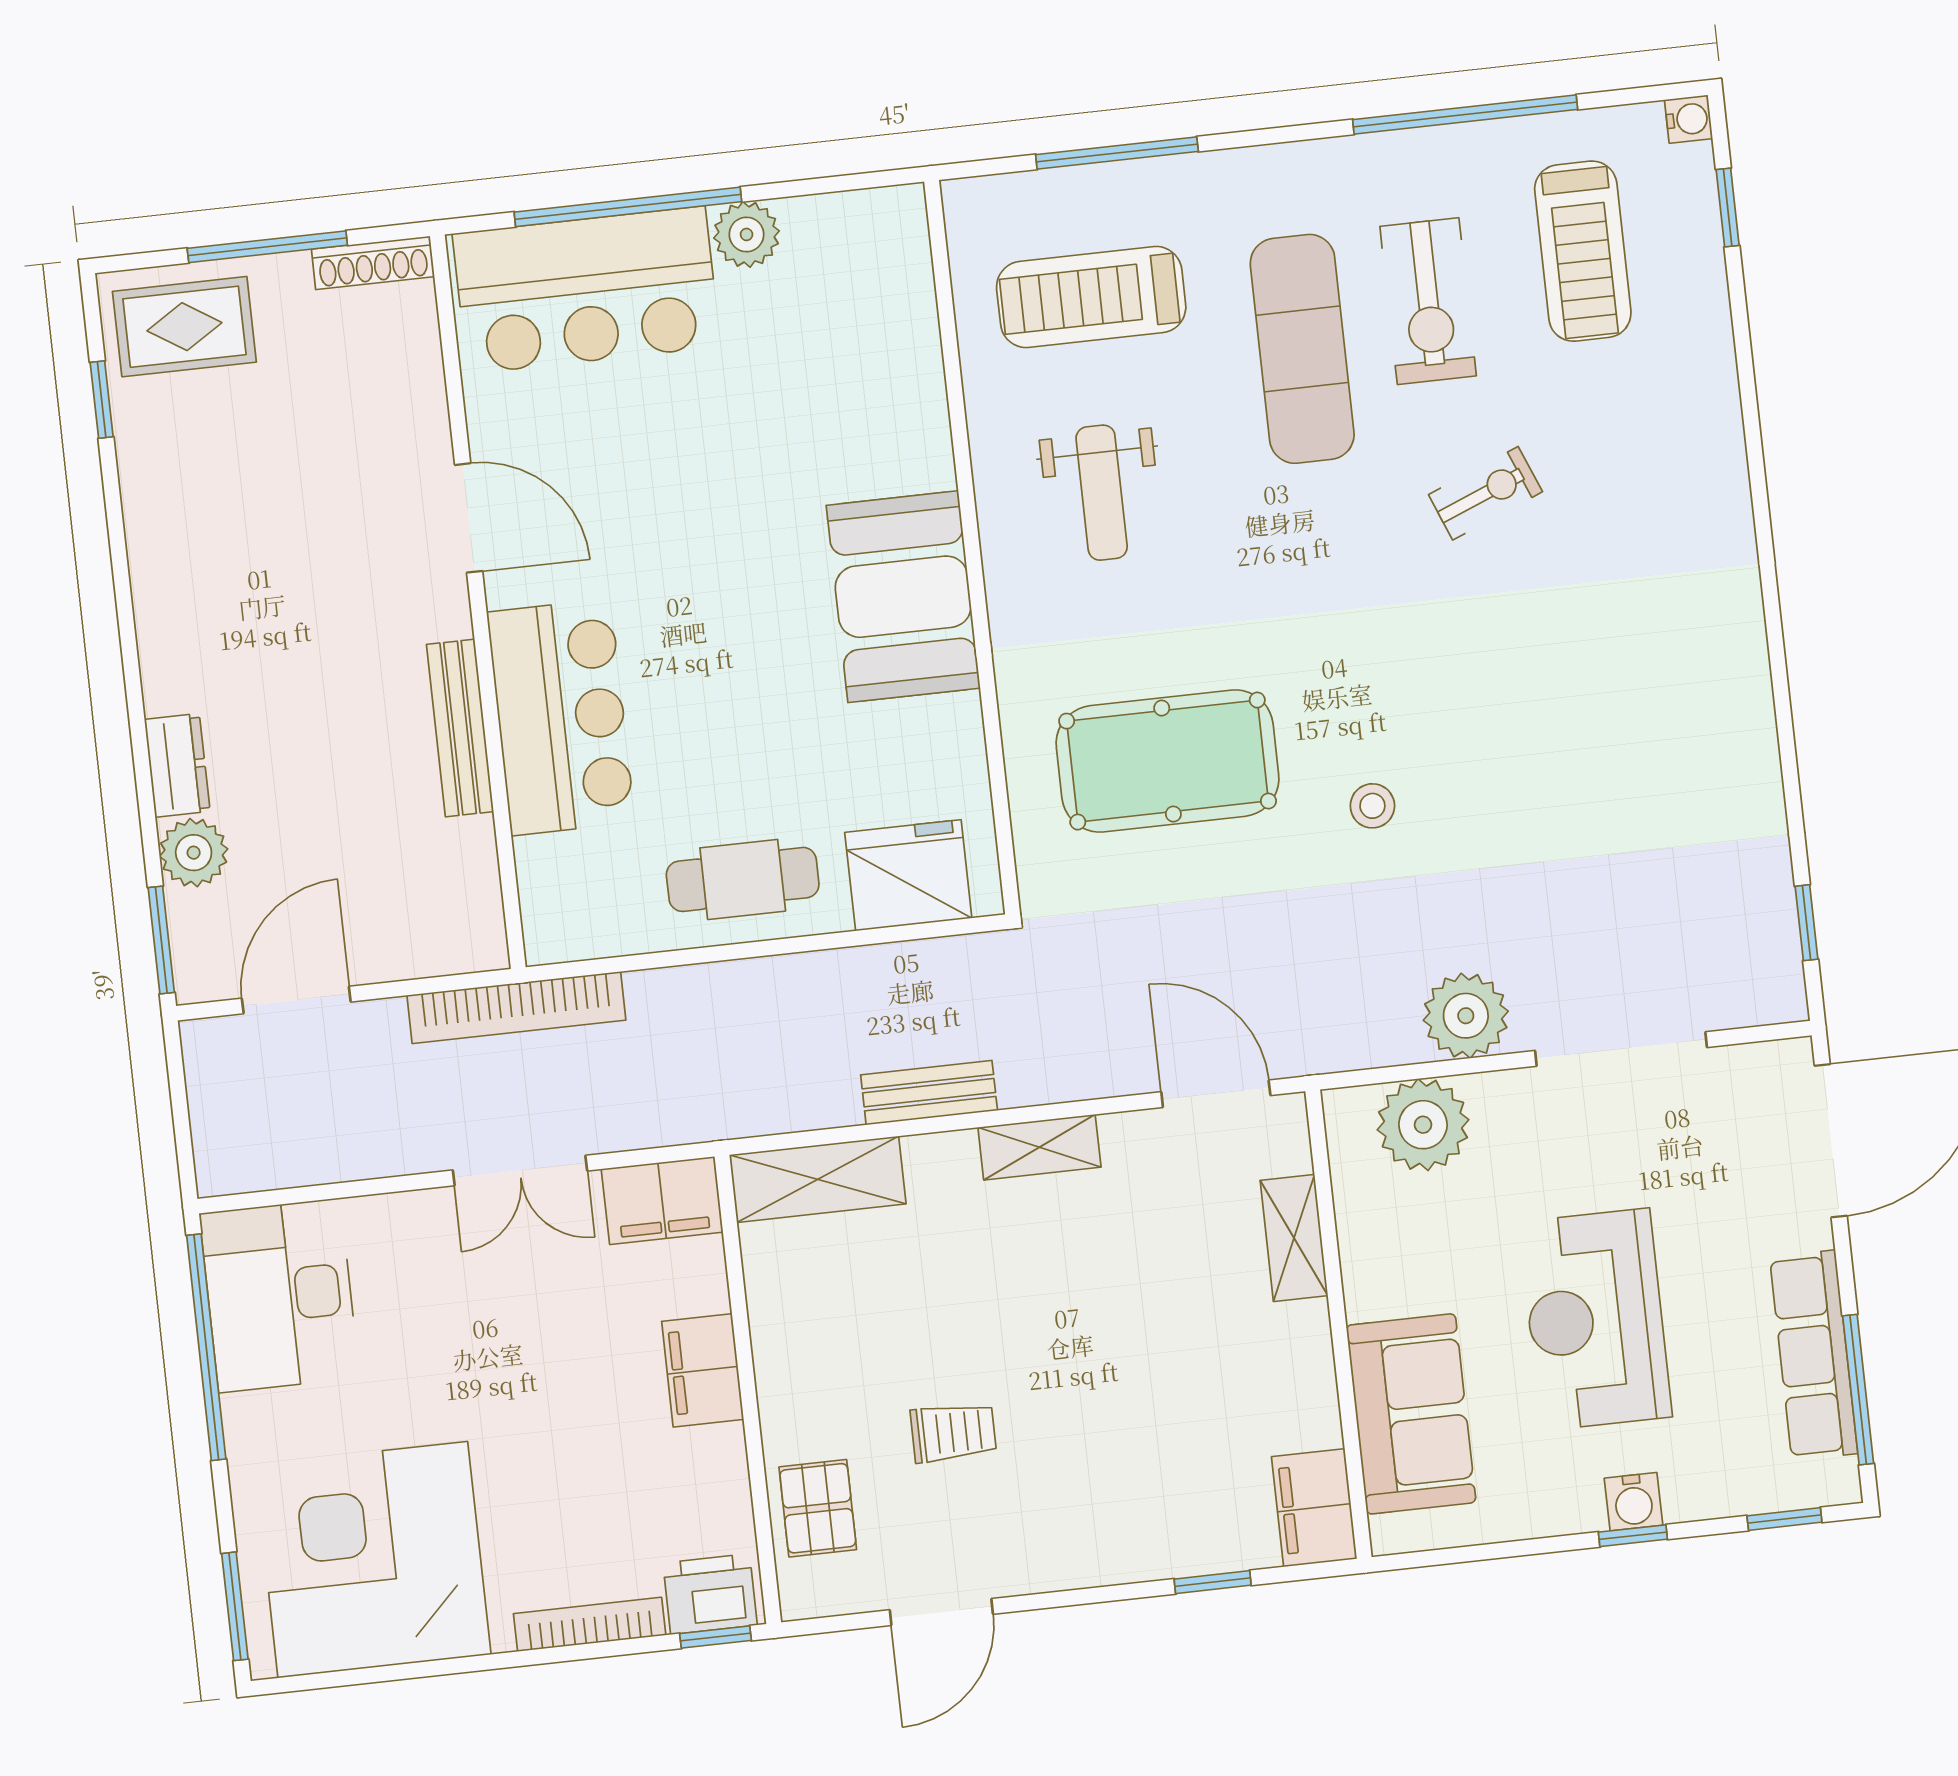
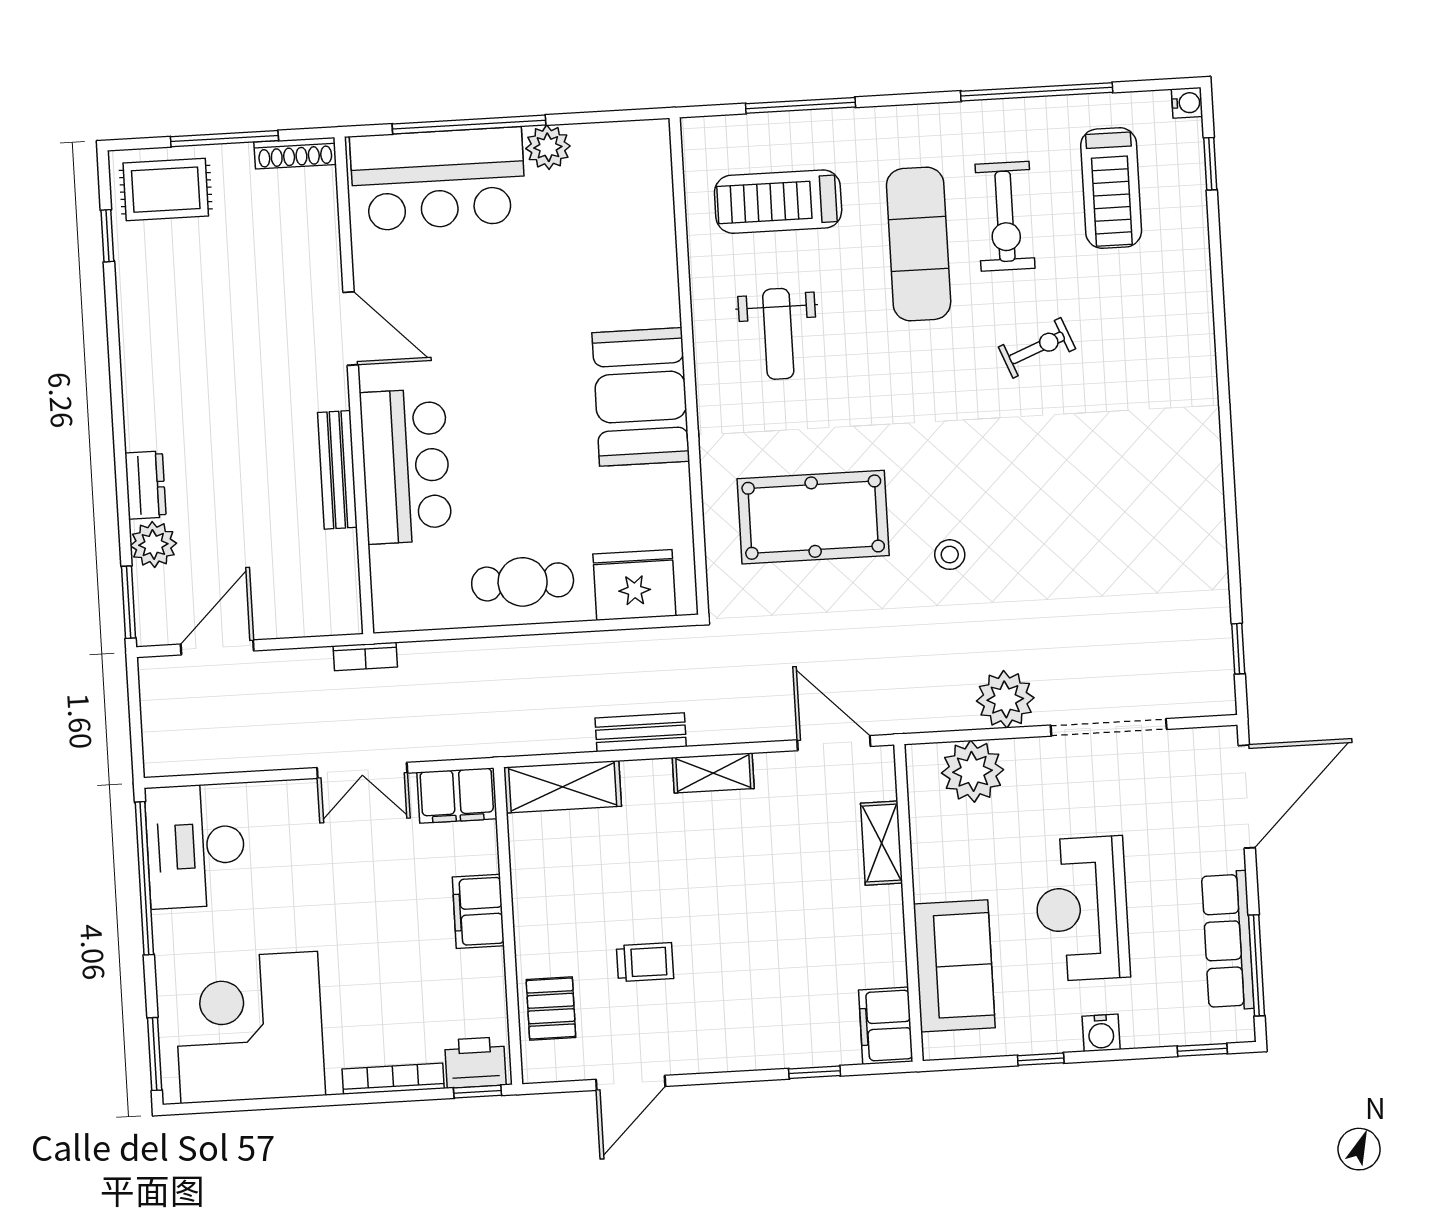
bookcase: (516, 1008) -> (365, 656), width x0.43, depth x0.76
window: (1633, 1536) -> (1041, 1059), moved

